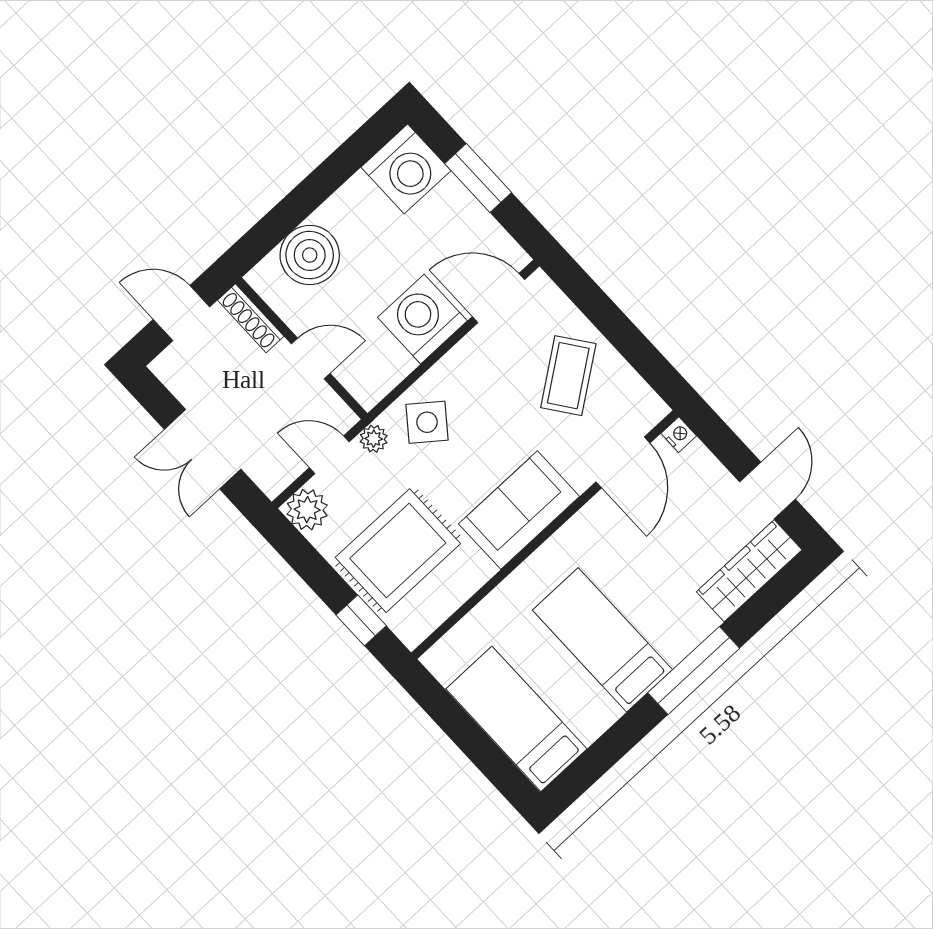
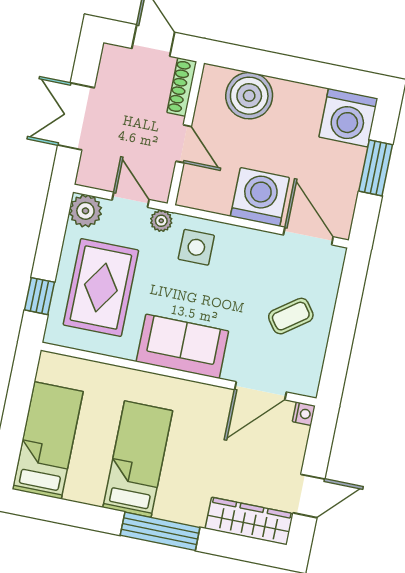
coffee table: (568, 376) -> (291, 316), width x0.73, depth x0.77
side table: (427, 422) -> (196, 247), turned -38
rug: (398, 551) -> (101, 288), turned 90

